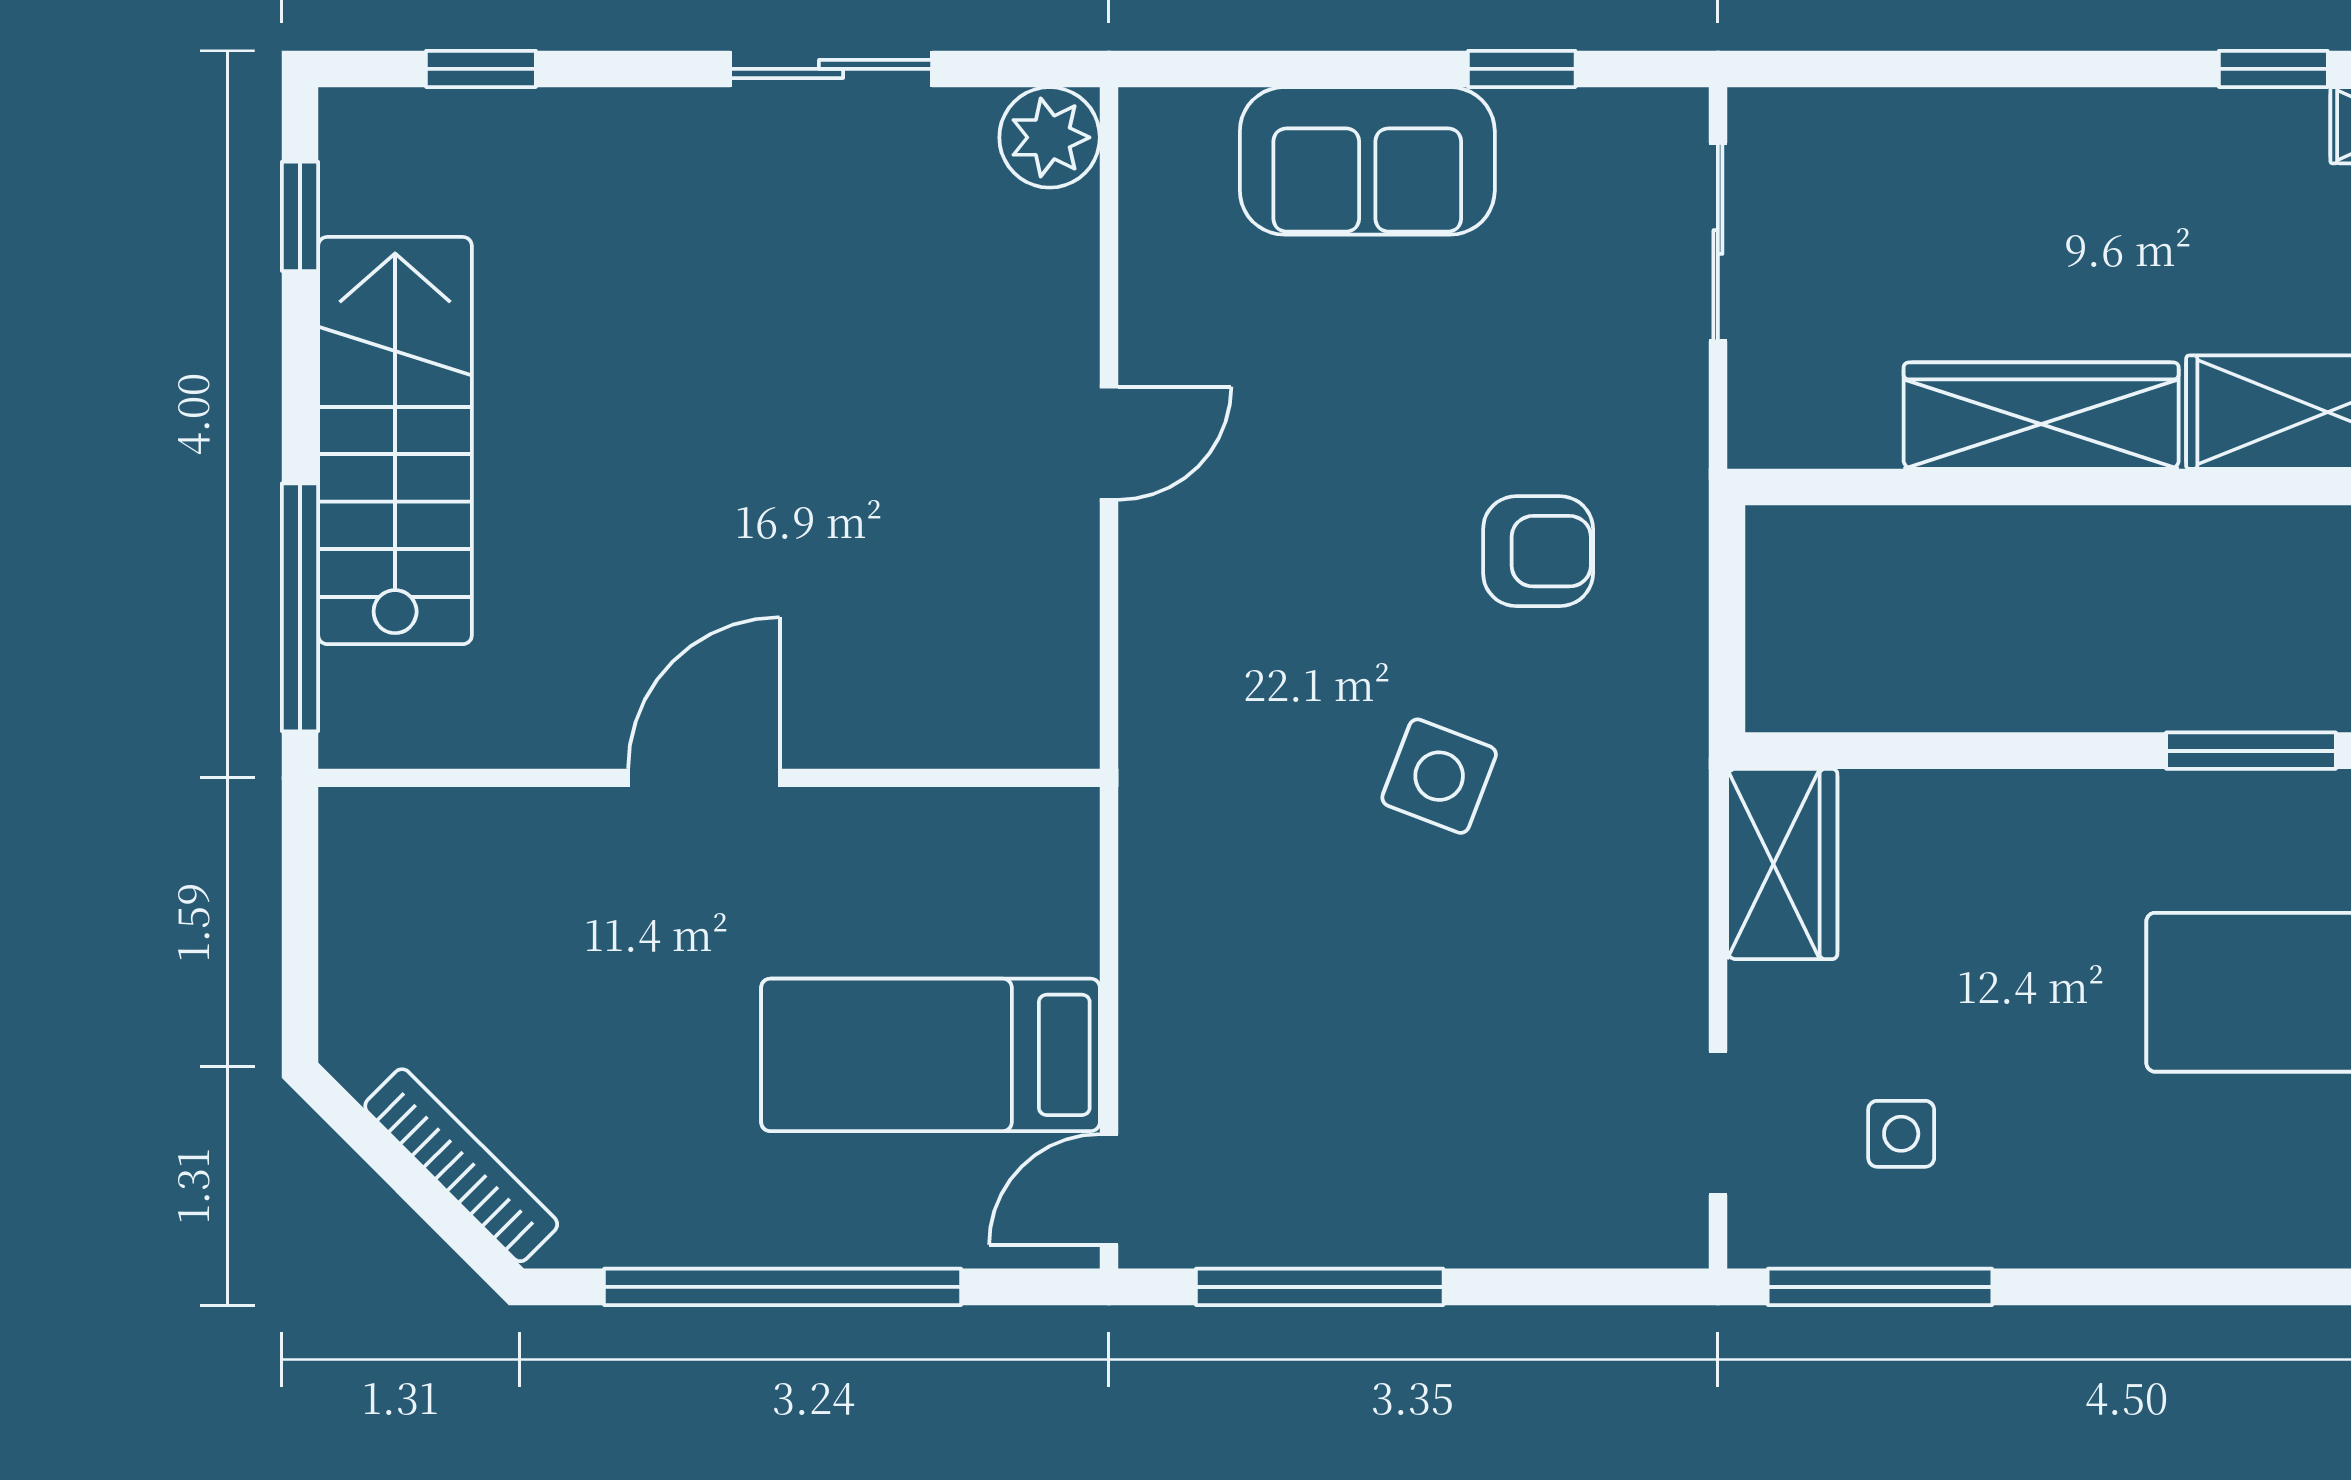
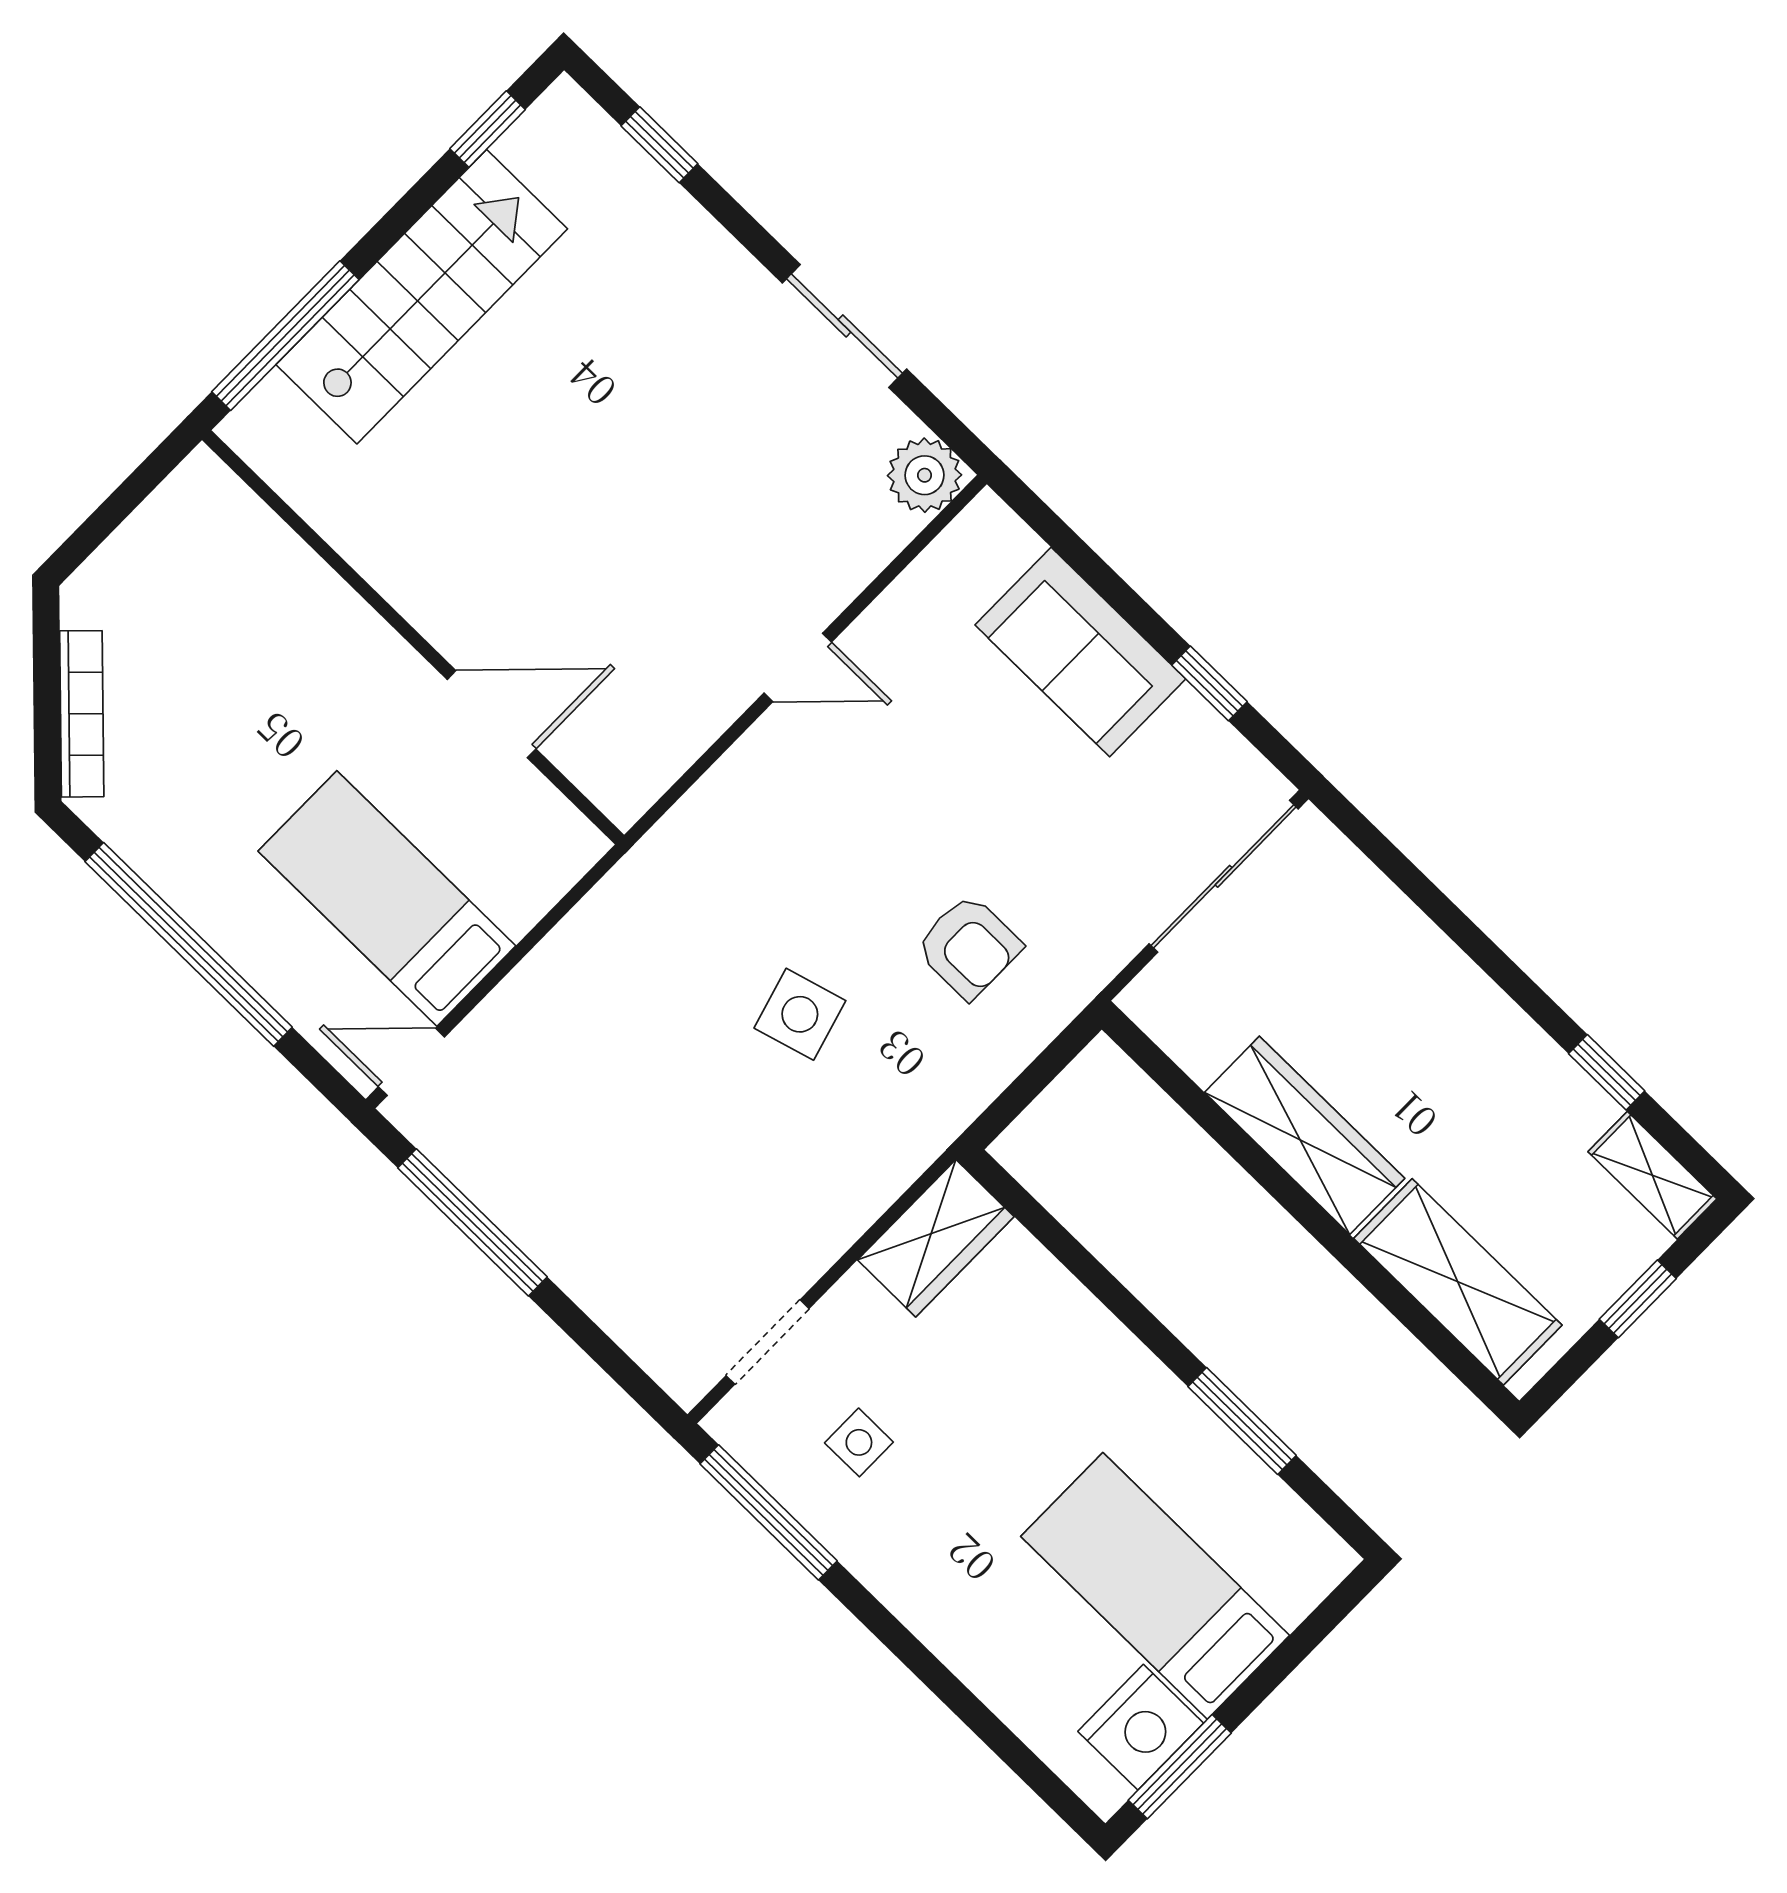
sliding door: (1718, 242) -> (1224, 876), width x1.37
side table: (1439, 776) -> (800, 1014), turned -37
door: (704, 778) -> (492, 714), moved

